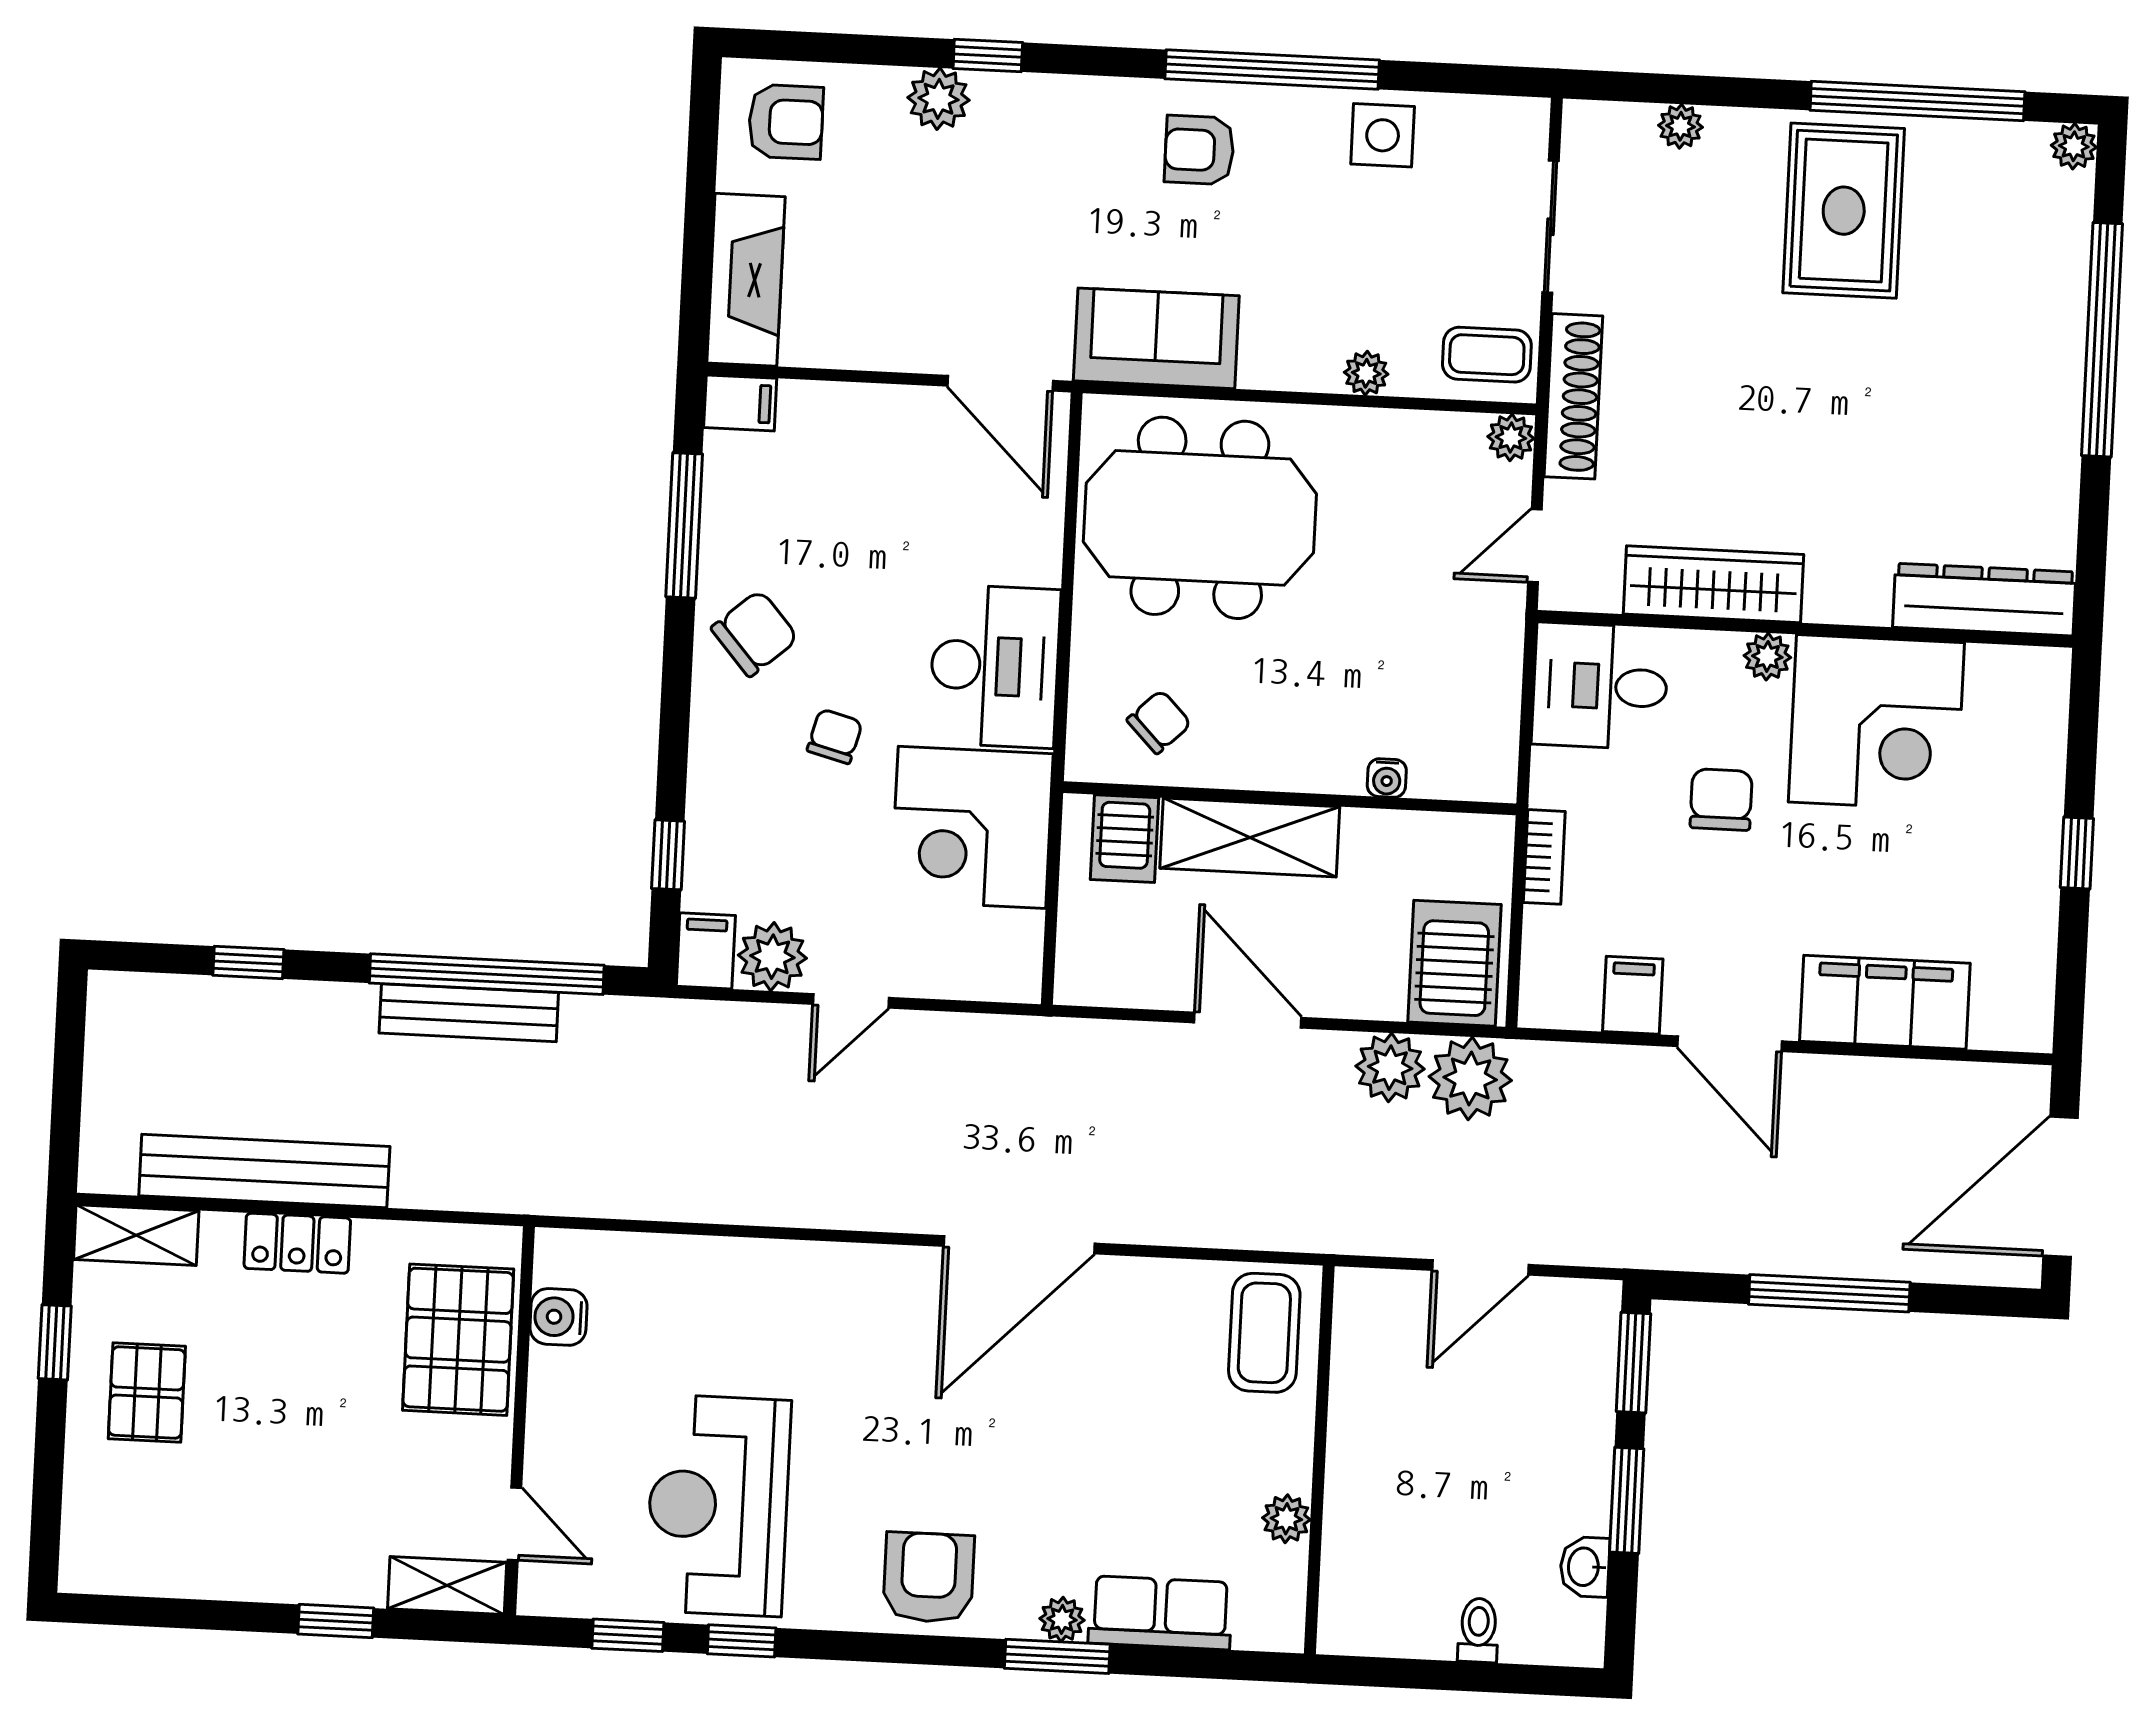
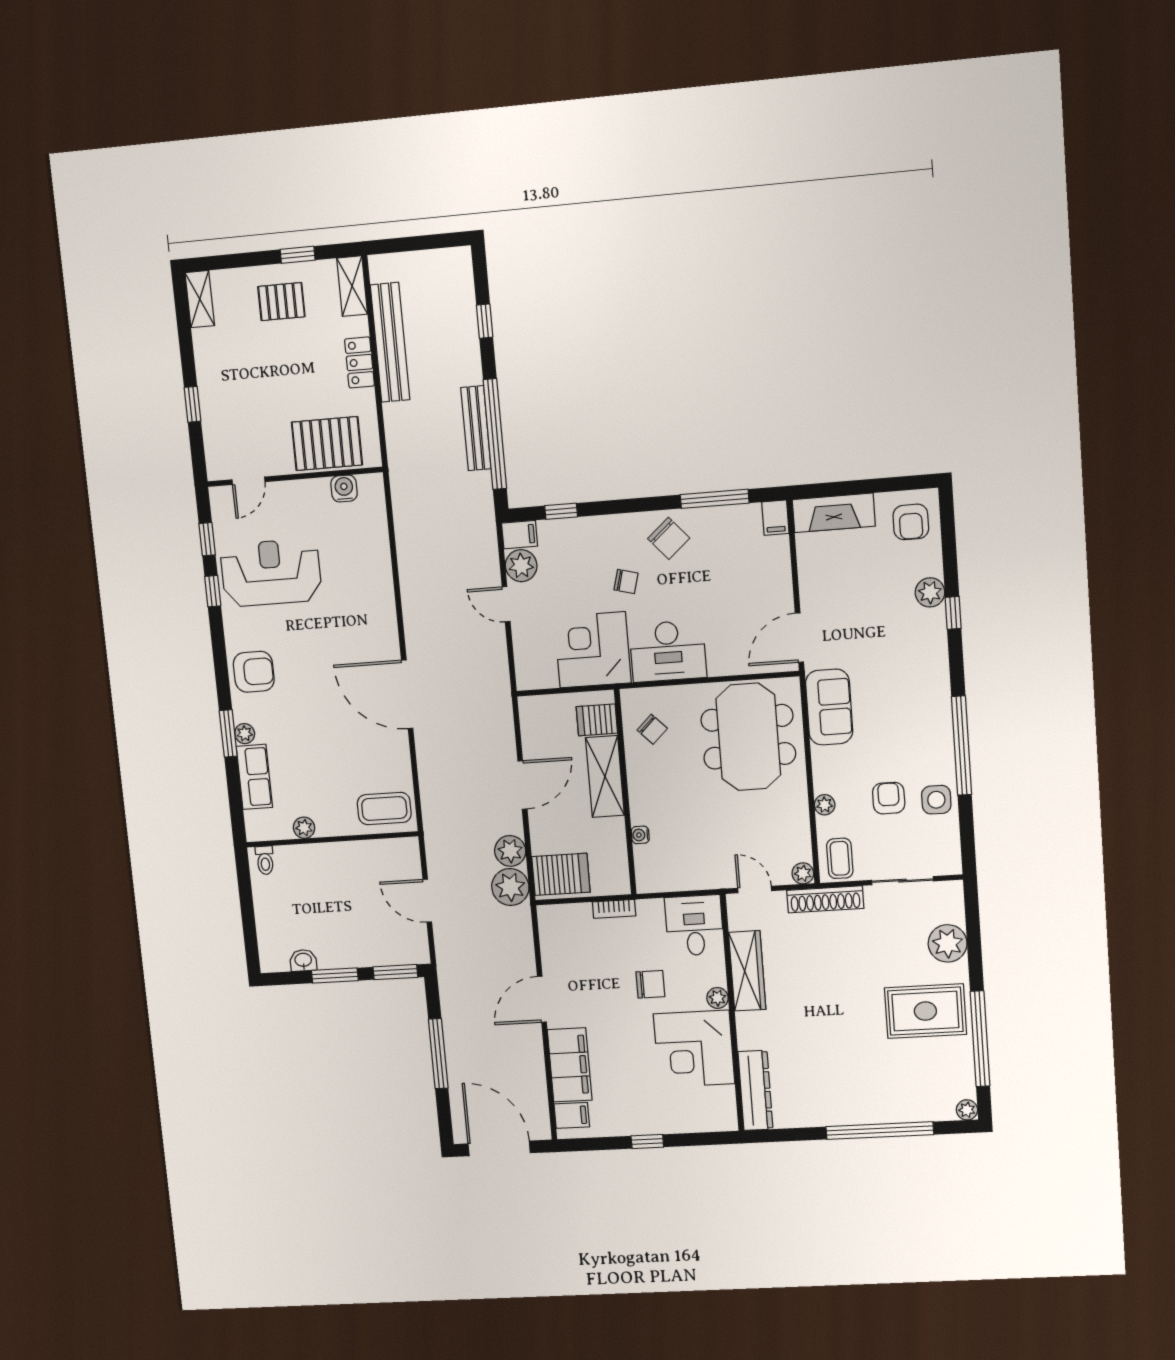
plant: (1680, 126) -> (948, 943), width x1.88, depth x1.88
armchair: (1199, 150) -> (889, 798), moved
filing cabinet: (1633, 995) -> (572, 1115), moved
shelving: (447, 1585) -> (200, 299), moved
toilet: (1478, 1630) -> (265, 860), moved, turned 90

